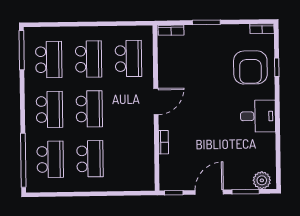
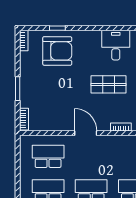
desk: (258, 116) -> (116, 45), moved
shop shelf: (213, 127) -> (109, 84), added

